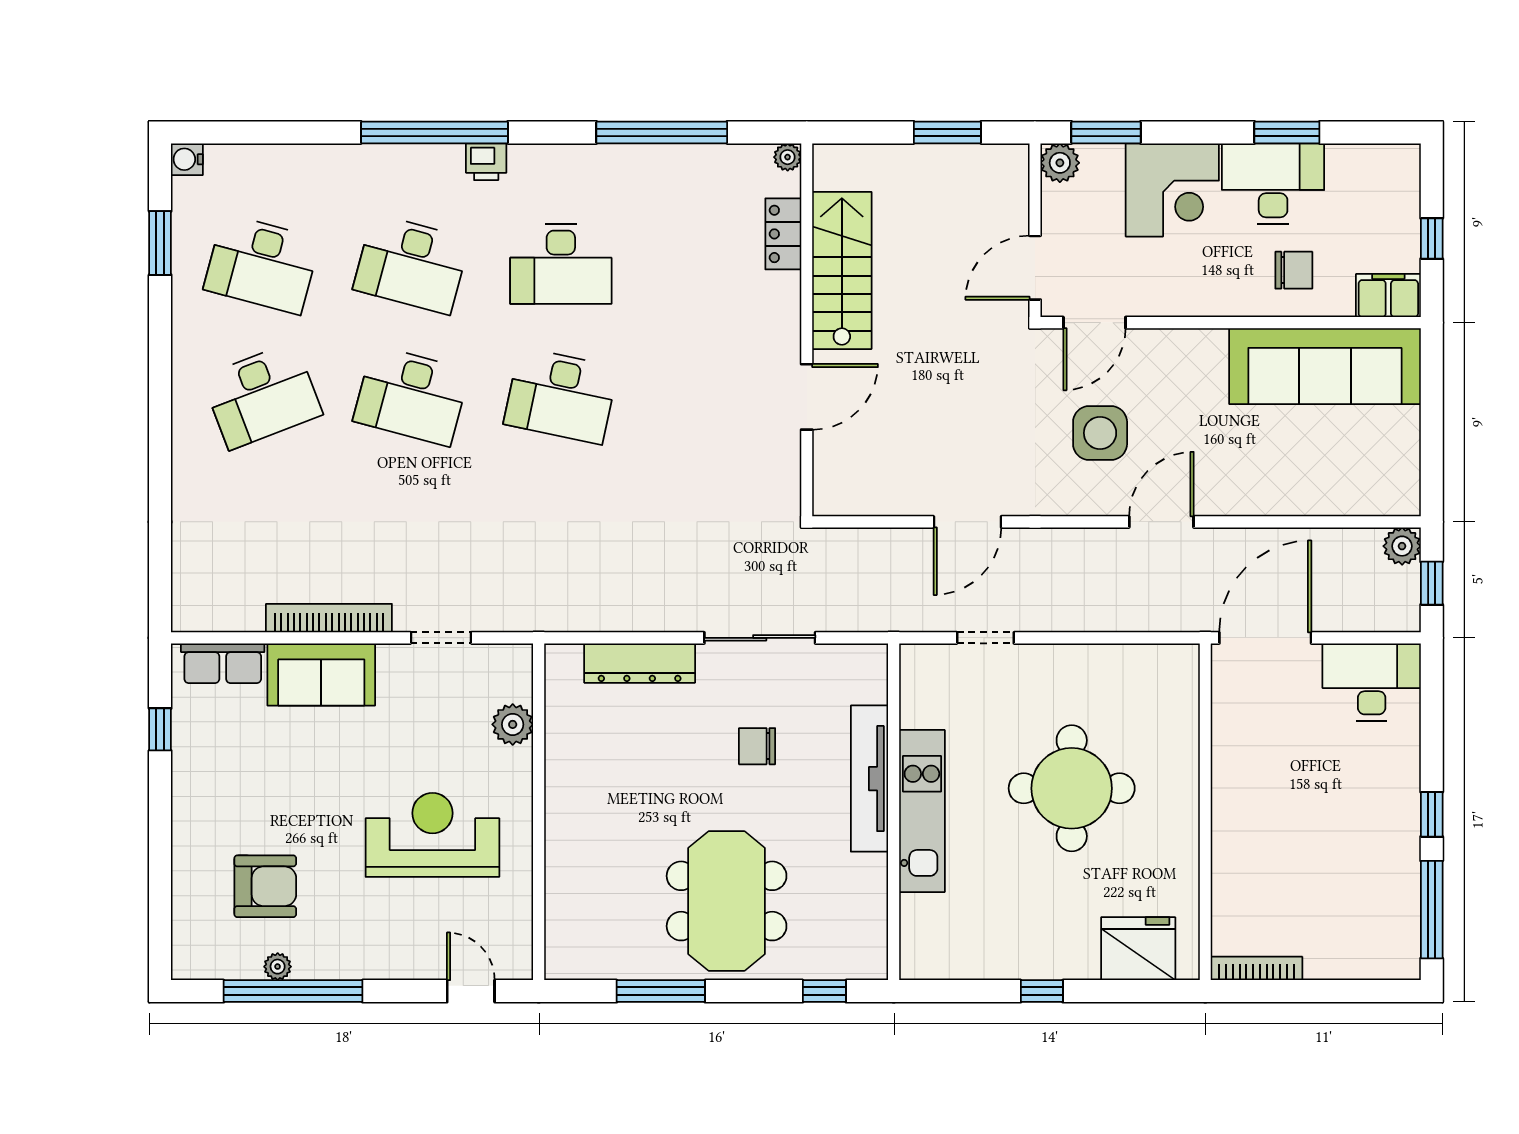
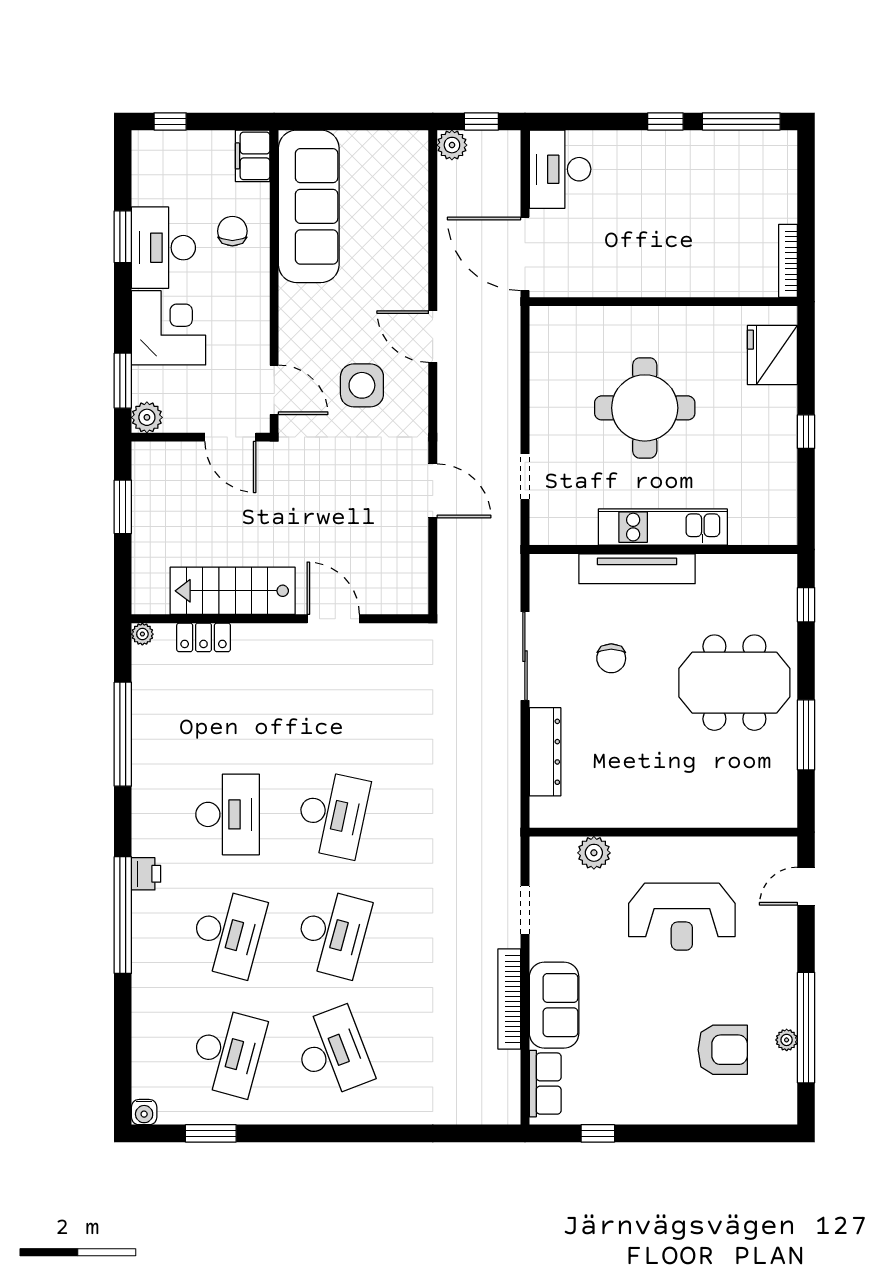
window: (1432, 238) -> (170, 121), moved
reception desk: (432, 835) -> (682, 917), turned -90
armchair: (265, 886) -> (723, 1050), turned 90

